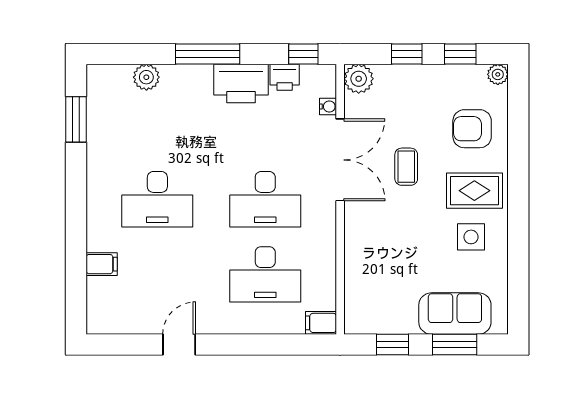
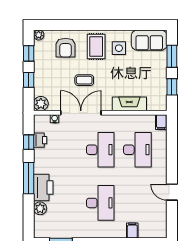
window: (303, 54) -> (29, 142), moved
printer: (241, 83) -> (43, 188), moved
fireplace: (358, 258) -> (129, 104), added
sofa: (455, 314) -> (149, 40), moved, turned -90

